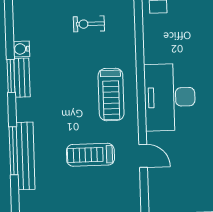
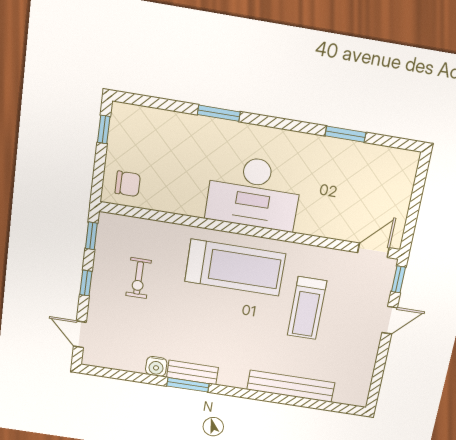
treadmill: (111, 94) -> (235, 268), width x1.37, depth x1.38
window: (13, 151) -> (281, 399), removed
door: (143, 156) -> (373, 250), moved

